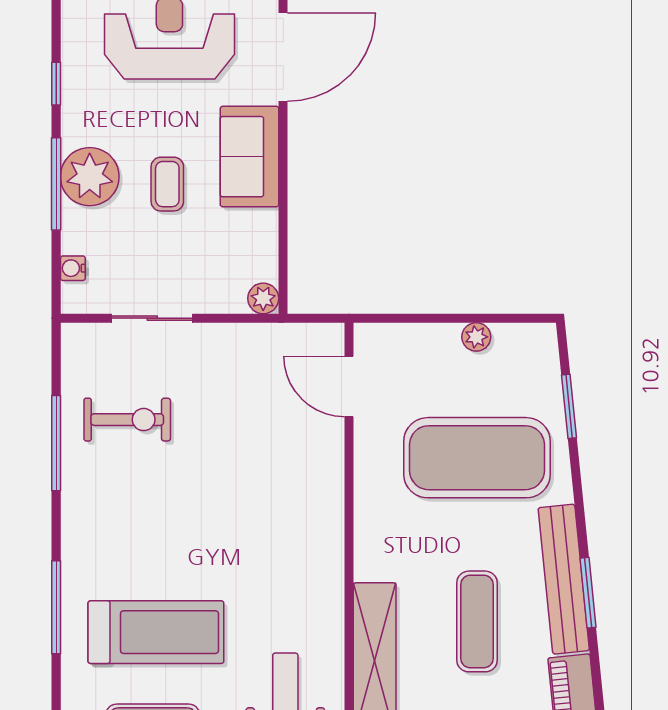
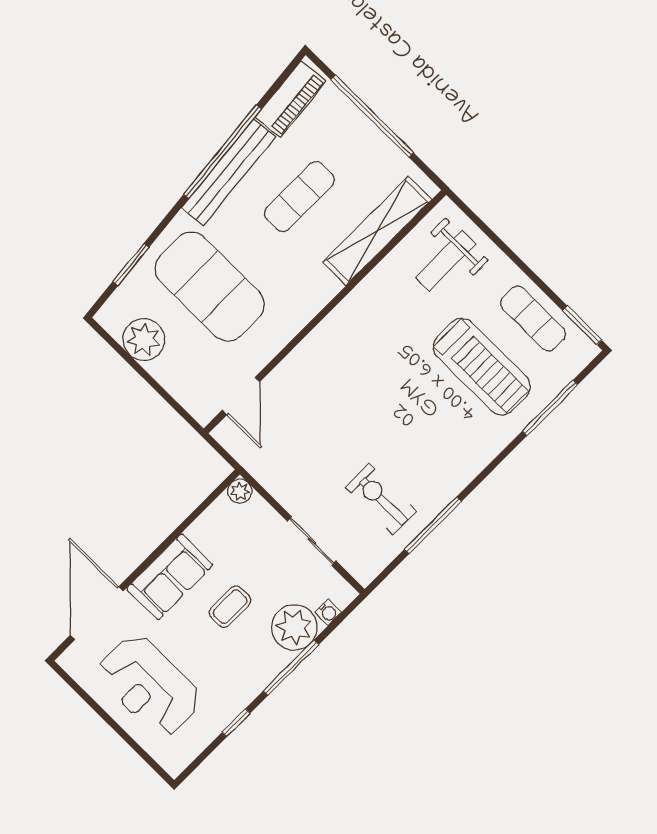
door: (283, 57) -> (97, 613), hinge flipped
plant: (90, 177) -> (294, 627), moved
plant: (476, 337) -> (144, 340), width x1.87, depth x1.87
window: (588, 593) -> (223, 152), width x2.11
window: (56, 607) -> (550, 408), moved
treadmill: (156, 632) -> (482, 367), turned 180

